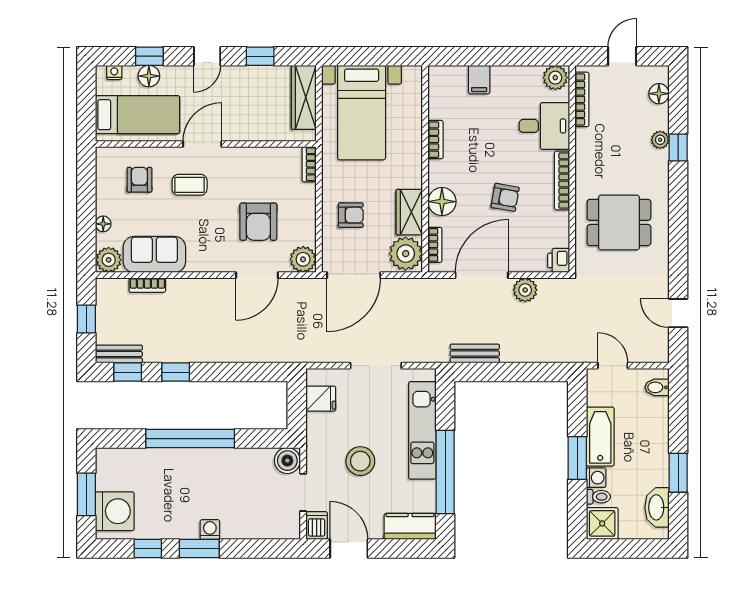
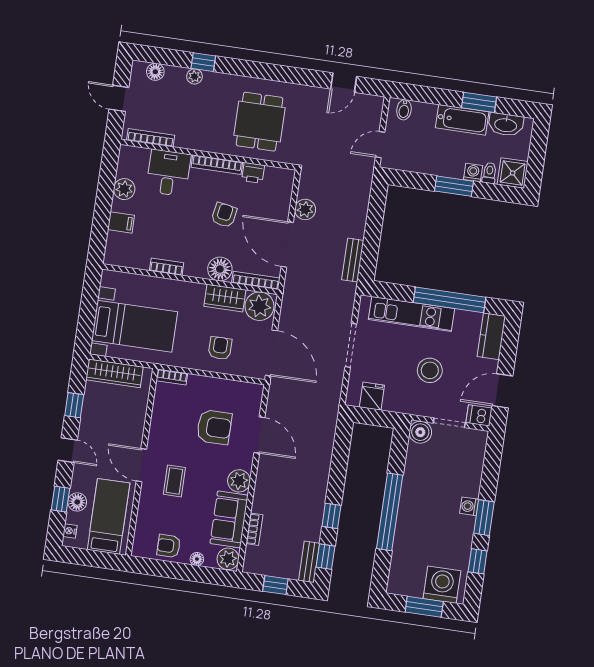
plant: (555, 78) -> (124, 189), moved
armchair: (139, 180) -> (169, 546), moved
bookcase: (435, 245) -> (256, 280), width x1.56
plant: (303, 259) -> (239, 481), moved
printer: (559, 260) -> (253, 173), moved
bathtub: (600, 437) -> (462, 120), moved, turned 180

